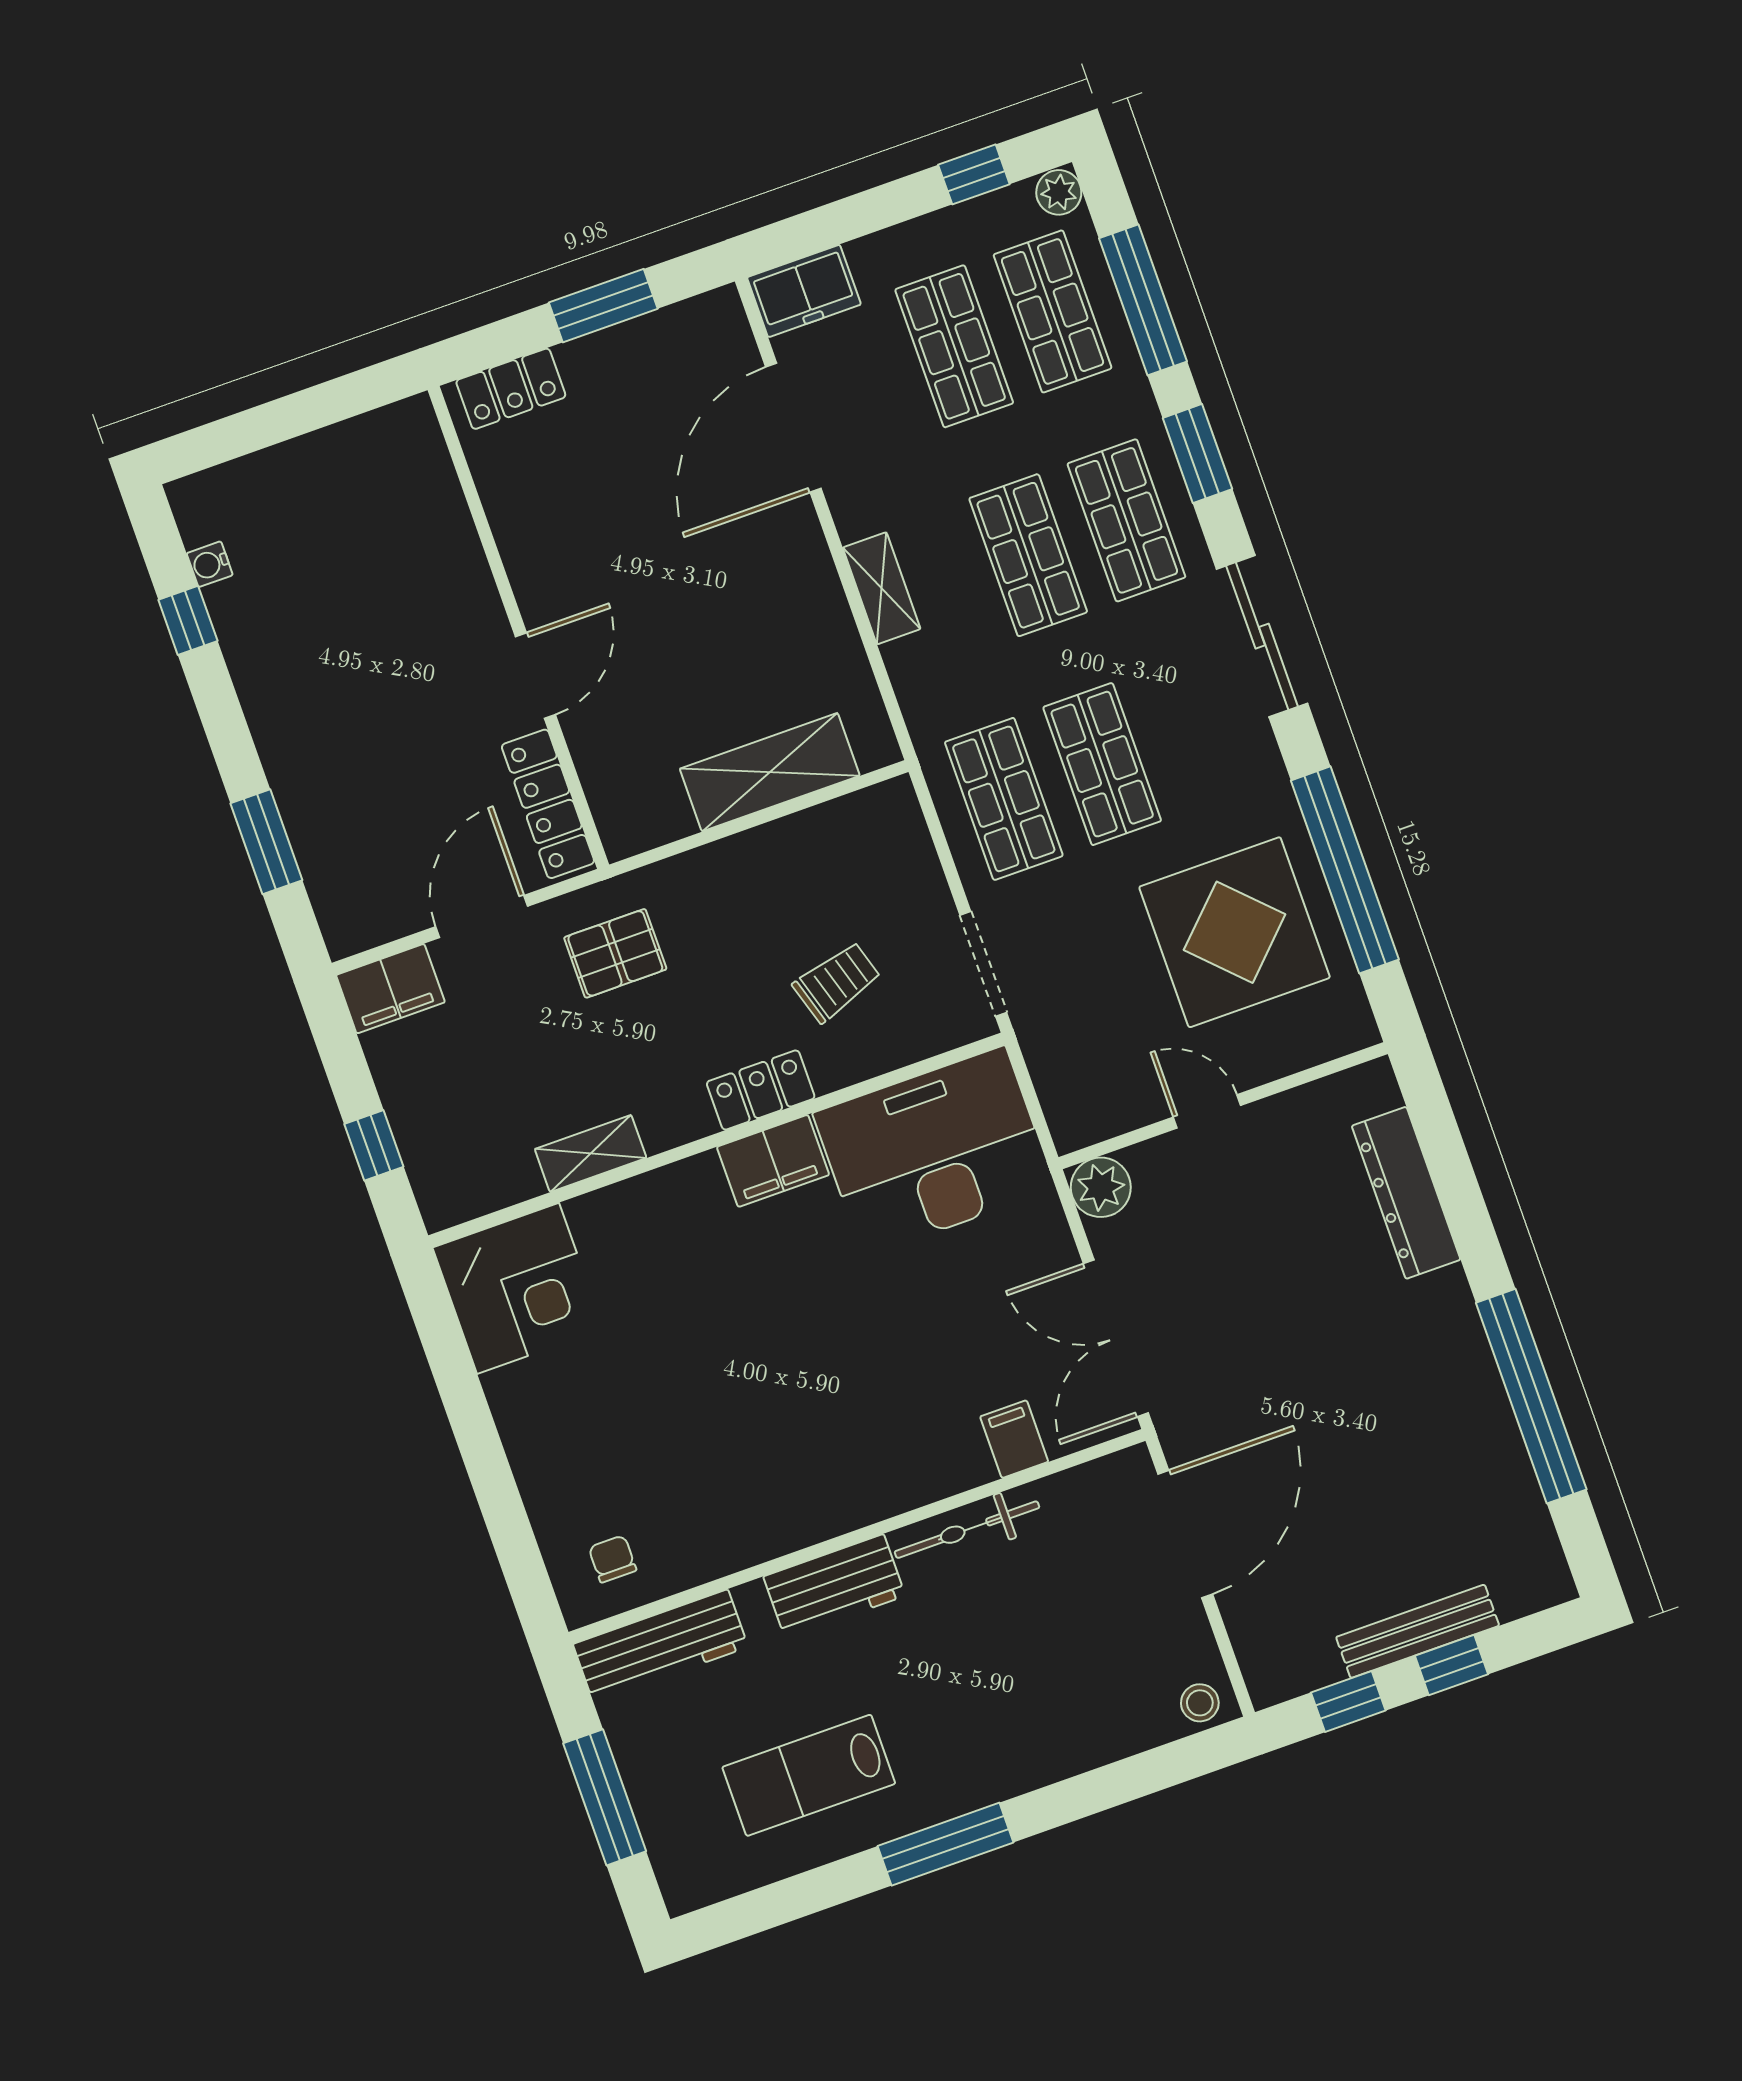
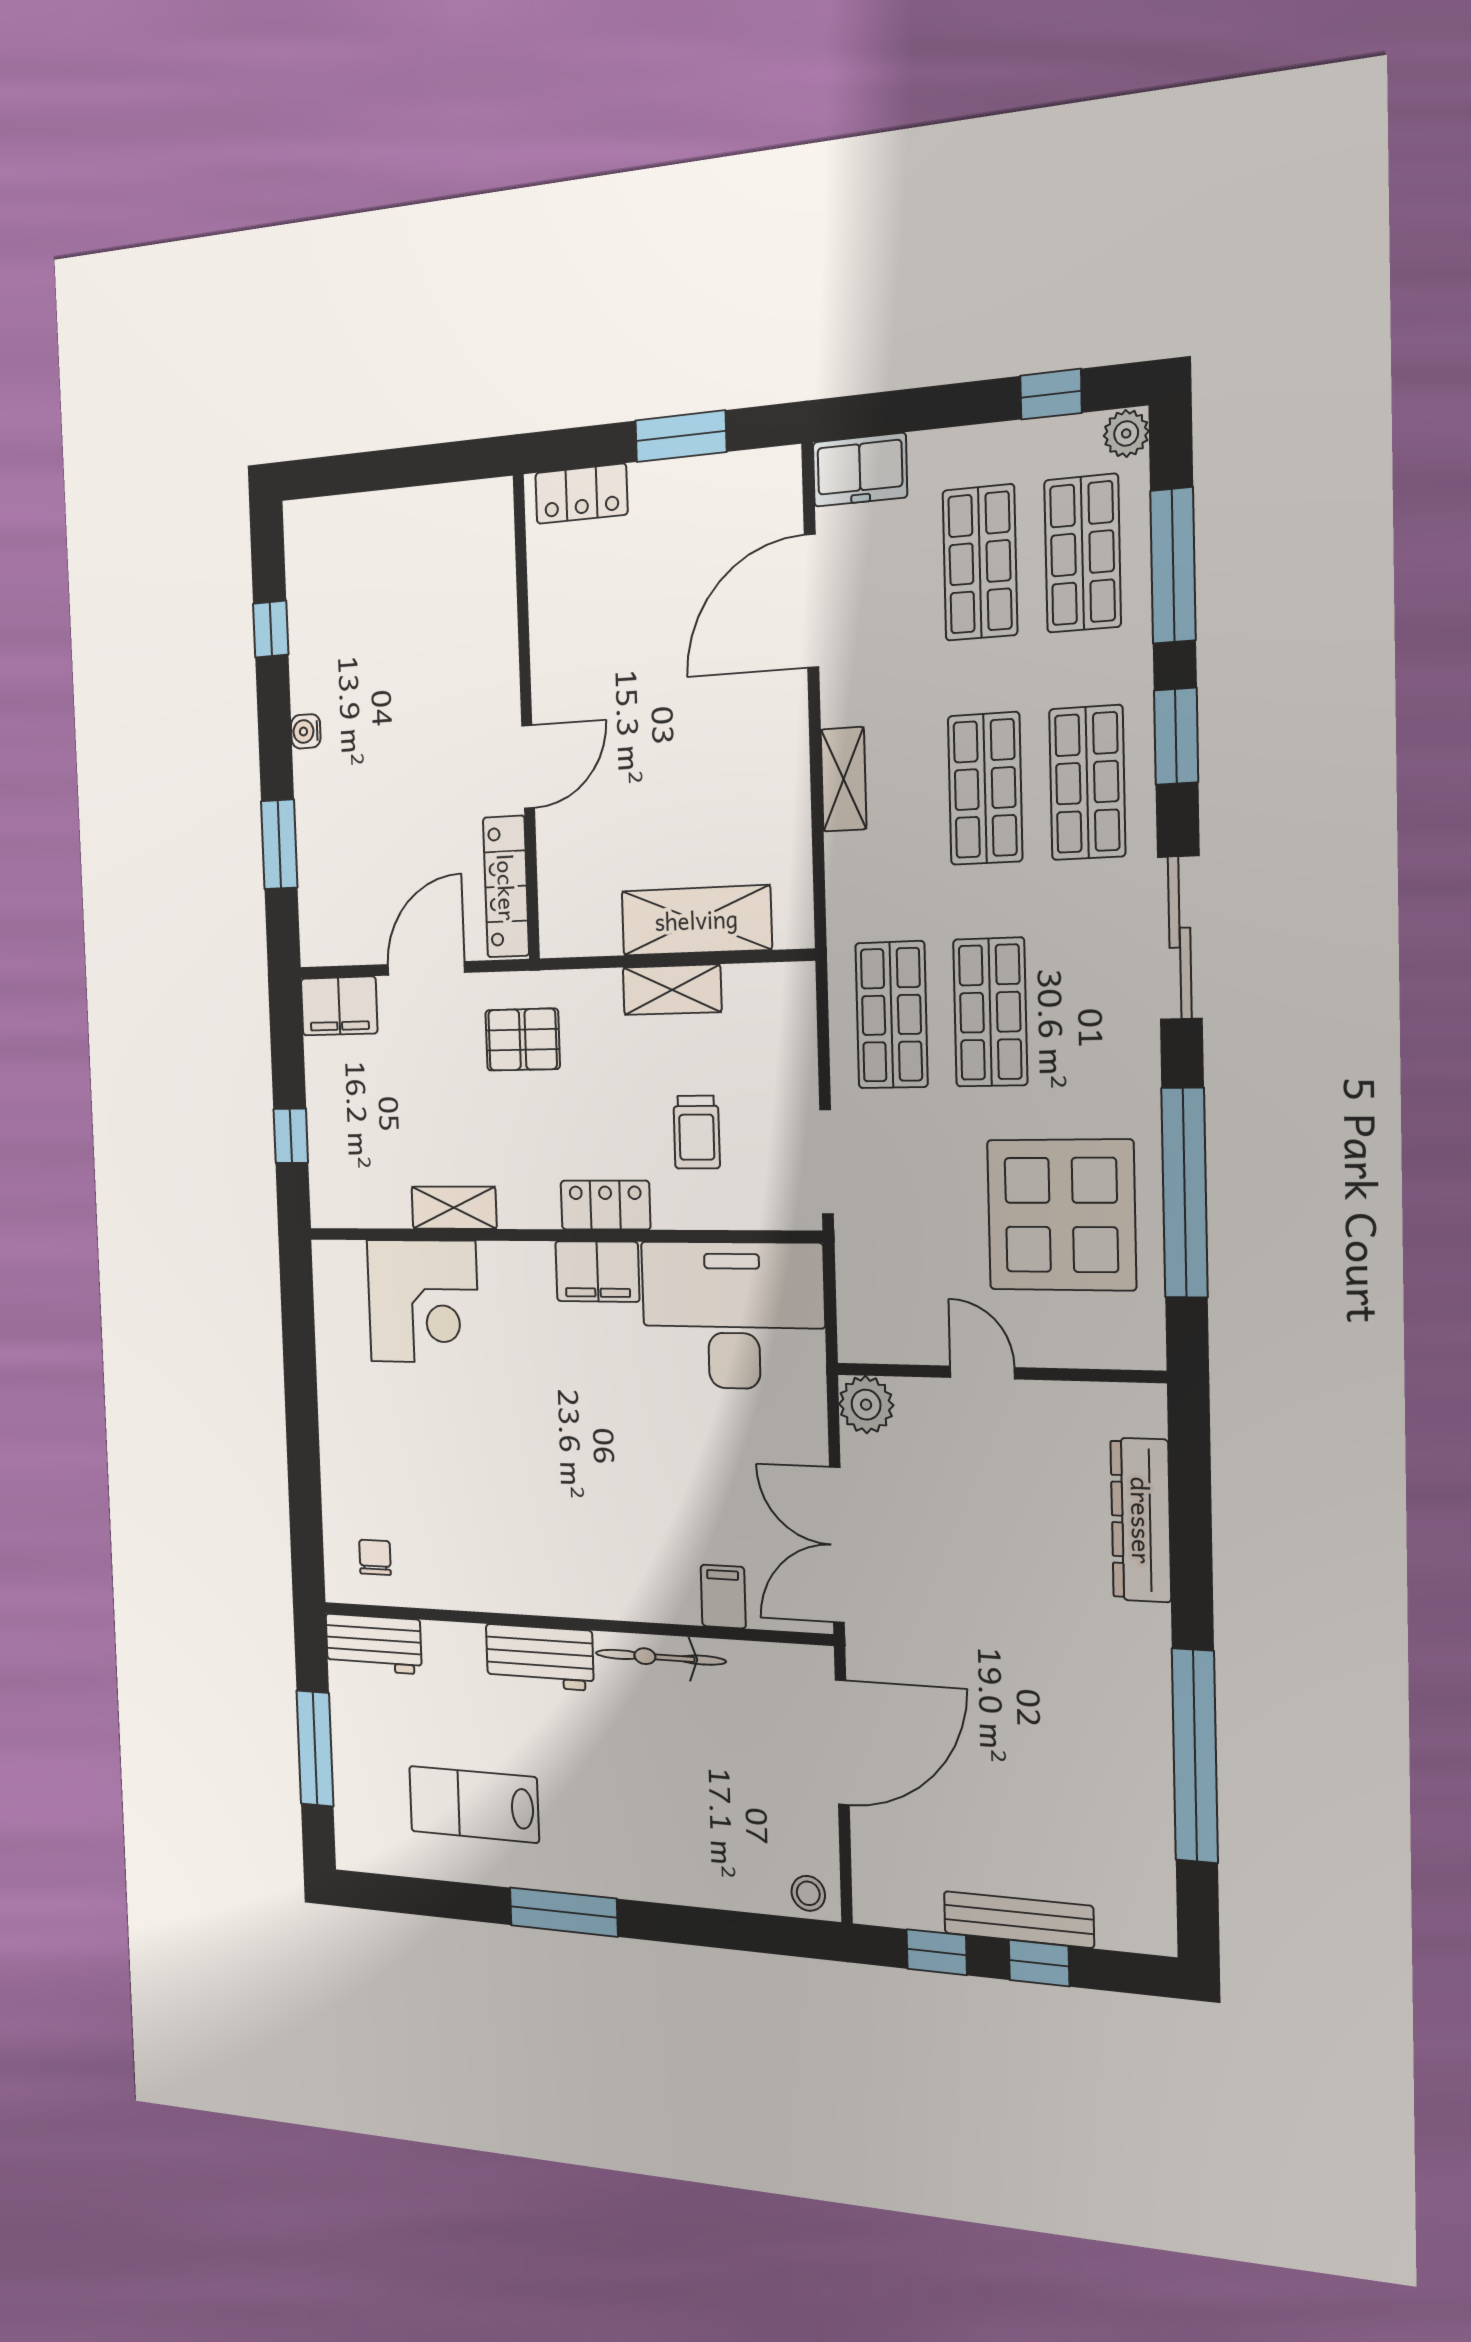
water cooler: (210, 564) -> (306, 731), moved
shelving: (765, 849) -> (672, 990), added
trolley: (837, 982) -> (697, 1132), turned 107
corner desk: (518, 1288) -> (423, 1301), moved
workbench: (661, 1645) -> (374, 1644), width x0.73

